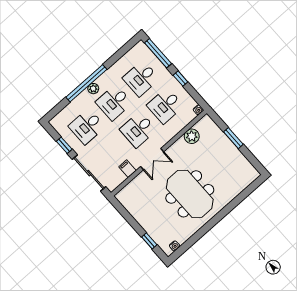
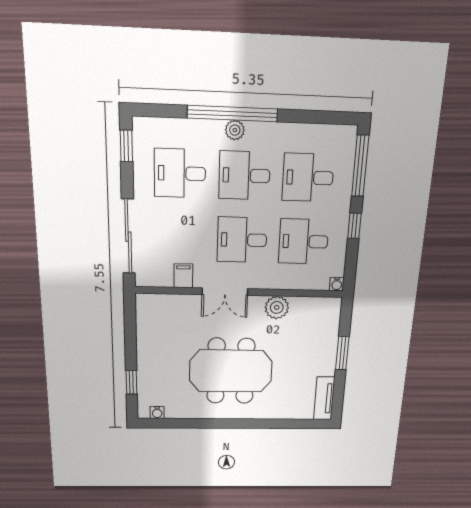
plant: (192, 136) -> (277, 307), moved
window: (64, 145) -> (126, 146), moved
tv unit: (247, 167) -> (324, 398), added
meeting table: (190, 194) -> (231, 371), turned 90

